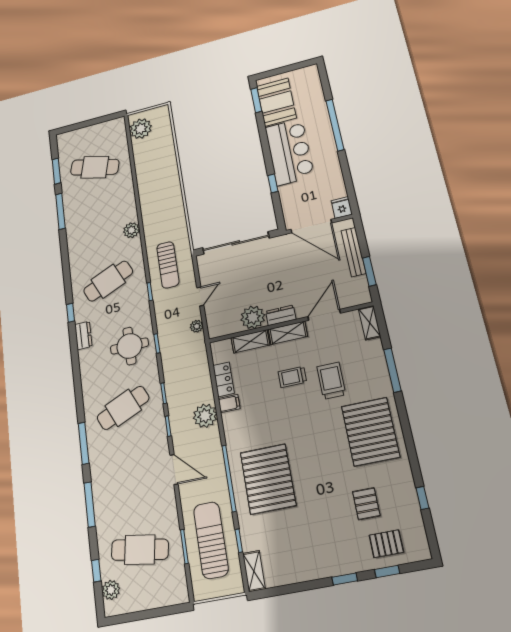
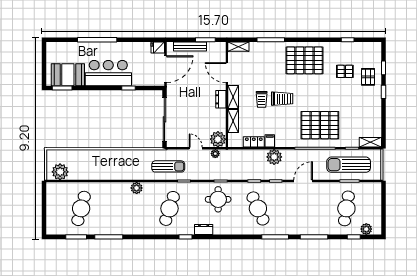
cafe table: (108, 281) -> (170, 208), turned 42
plant: (253, 317) -> (218, 139), moved
trolley: (331, 381) -> (282, 99), moved, turned 180
pallet: (386, 544) -> (368, 77), moved

